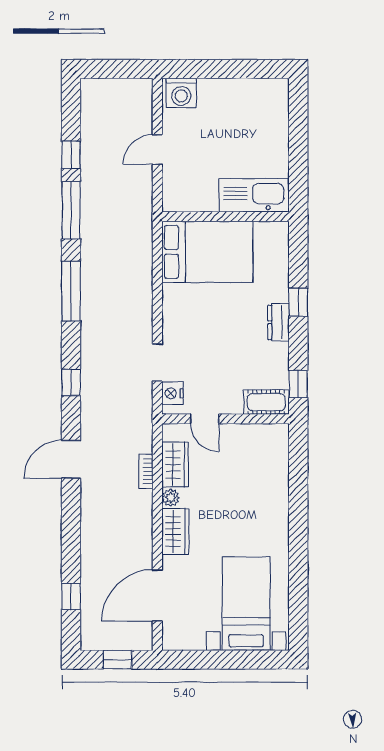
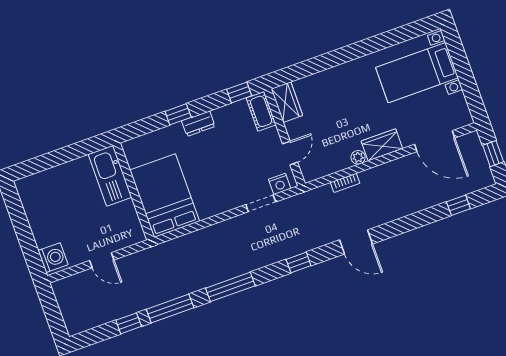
wardrobe: (175, 464) -> (287, 102), moved, turned 90

